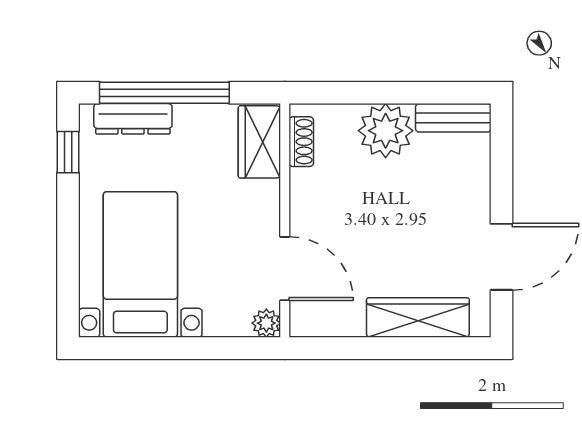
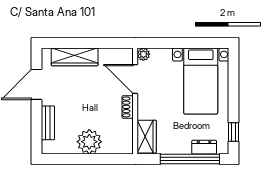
bench: (453, 118) -> (48, 123), moved, turned 90
dresser: (133, 119) -> (204, 147), width x0.70
shoe rack: (301, 142) -> (128, 107), moved

